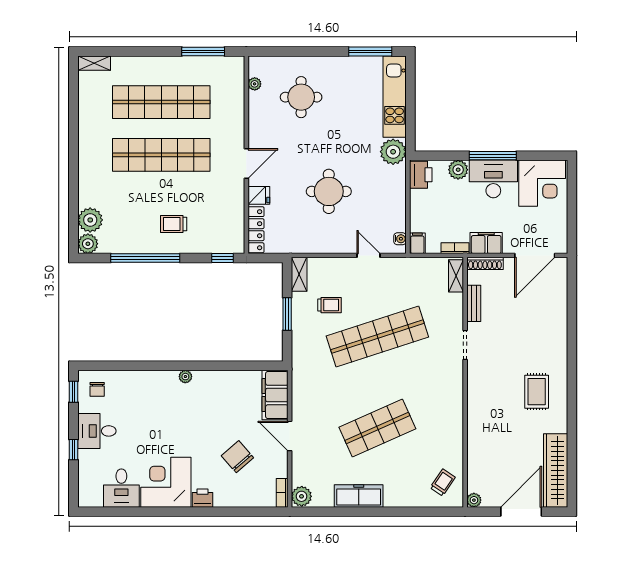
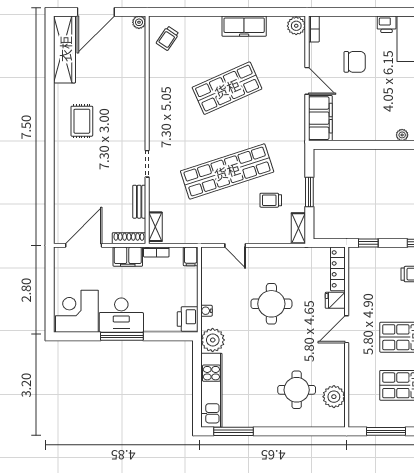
plant: (255, 84) -> (334, 397), width x1.87, depth x1.87
plant: (458, 170) -> (153, 324), removed
water cooler: (400, 239) -> (206, 311), moved
chair: (237, 457) -> (355, 62), turned -49

